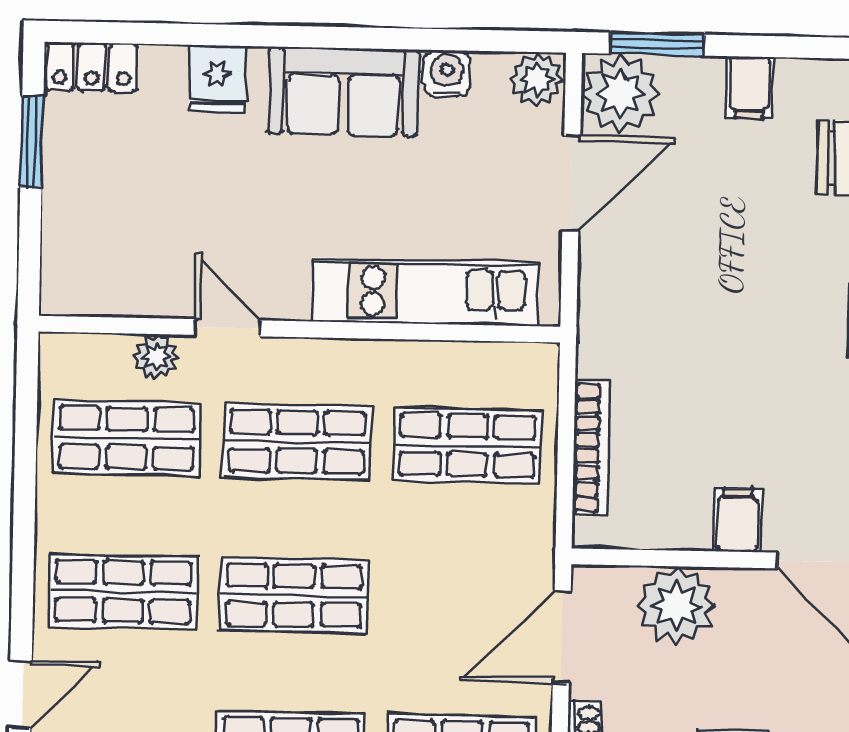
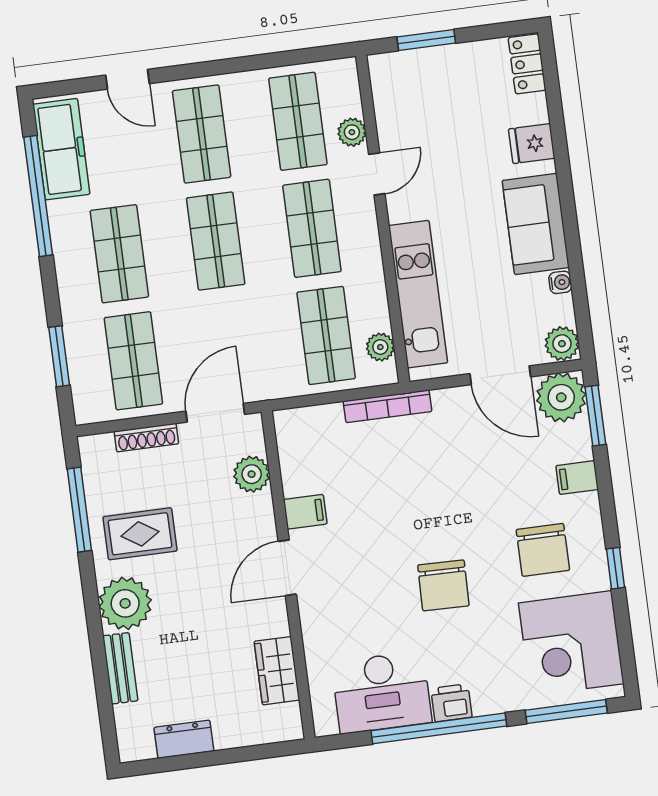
water cooler: (447, 74) -> (560, 282), width x0.72, depth x0.72
window: (32, 142) -> (426, 40), moved
plant: (499, 364) -> (380, 347), added
bookcase: (591, 448) -> (388, 406), moved
plant: (676, 605) -> (252, 474), width x0.73, depth x0.73
door: (562, 637) -> (215, 413), hinge flipped

